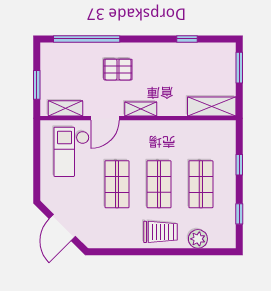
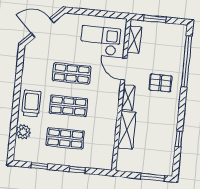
pallet: (118, 70) -> (160, 83), turned 90
shelving: (212, 107) -> (127, 130), moved
trolley: (161, 232) -> (31, 103), turned 180

